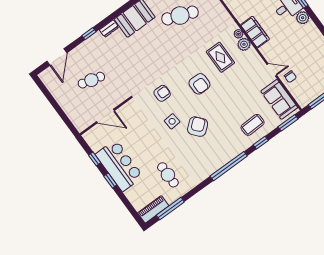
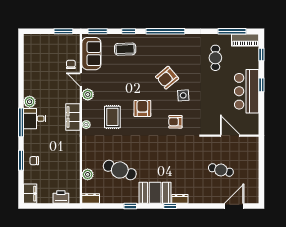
window: (89, 34) -> (170, 206), moved
plant: (244, 44) -> (88, 94), moved
window: (95, 159) -> (261, 55), moved

